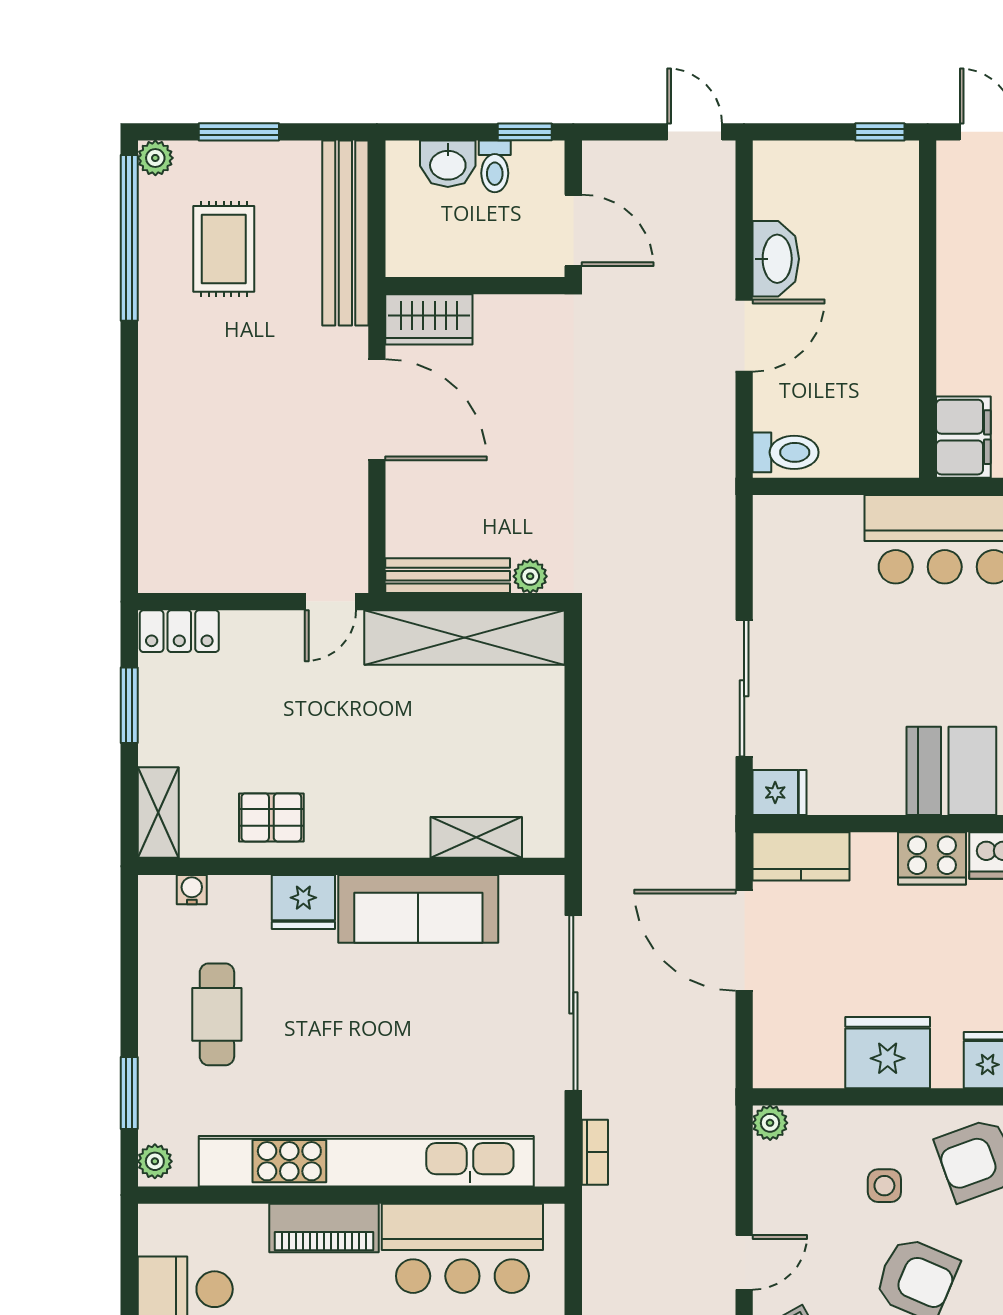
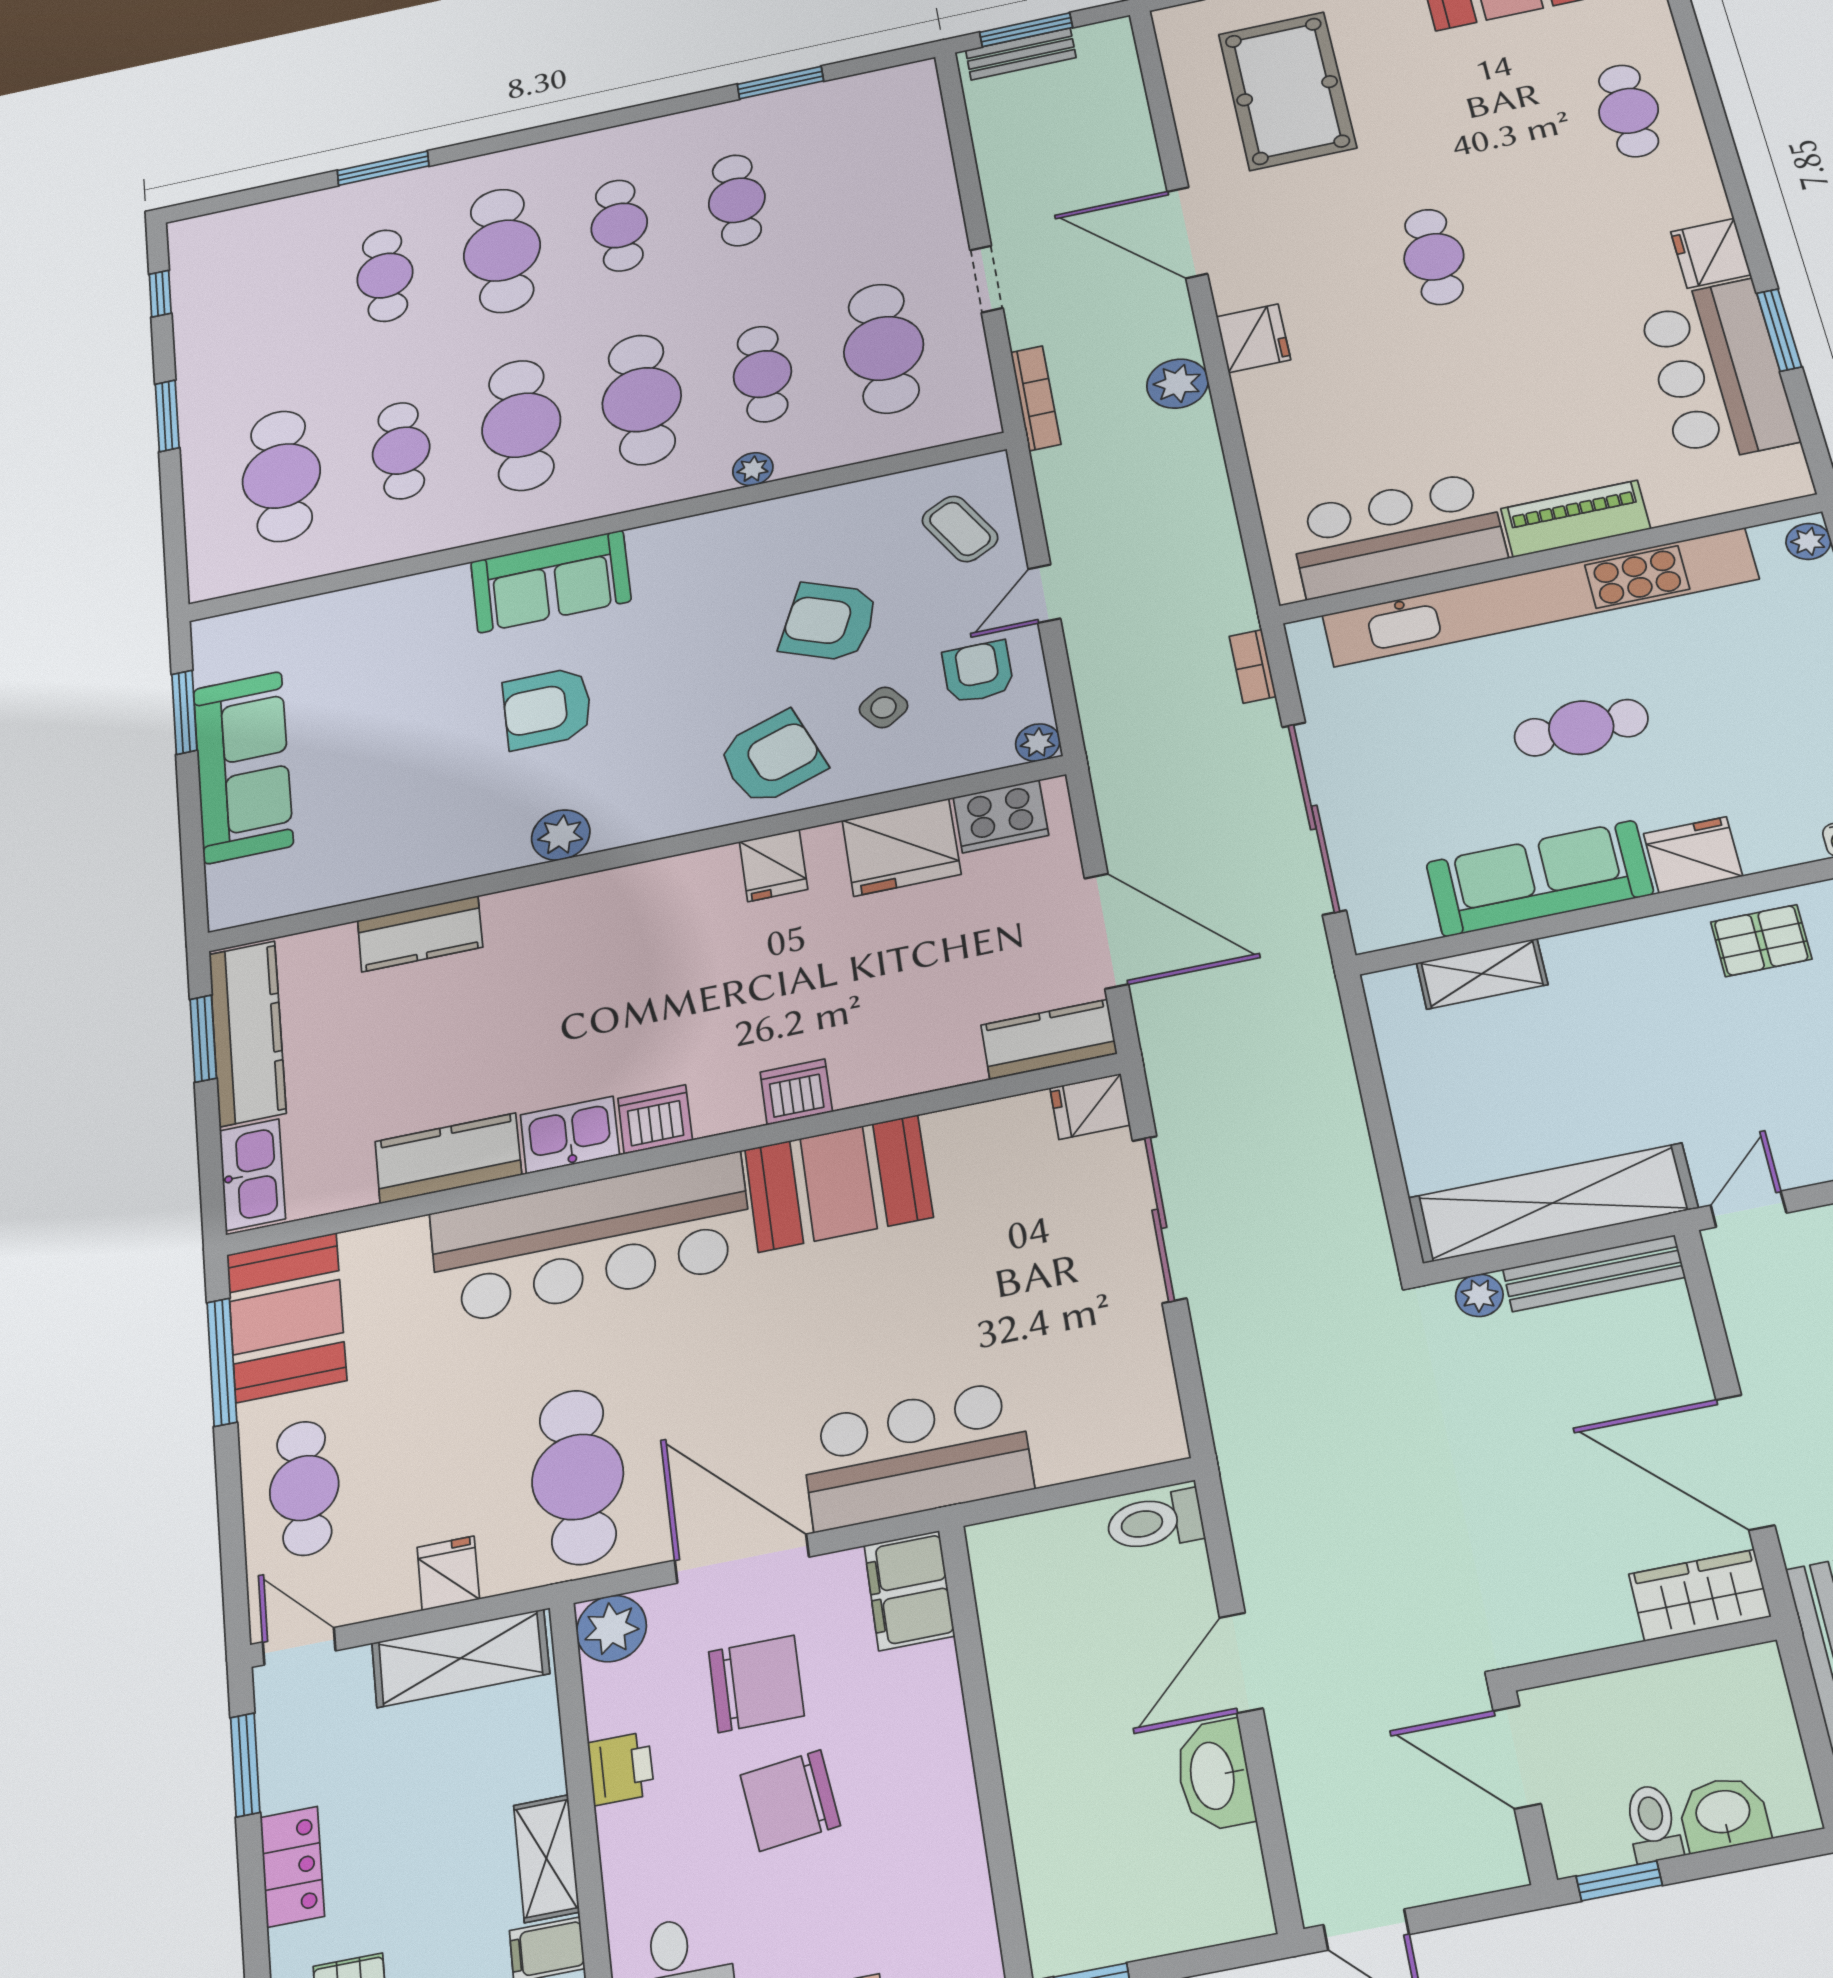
cooker: (932, 858) -> (1001, 816), moved, turned 180
cafe table: (217, 1014) -> (1581, 728), moved, turned 90
side table: (884, 1186) -> (884, 707), turned -36
armchair: (807, 1201) -> (978, 672), added

